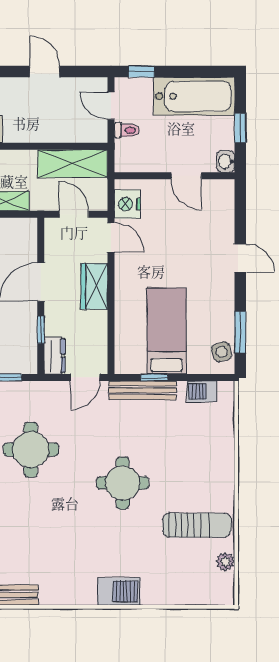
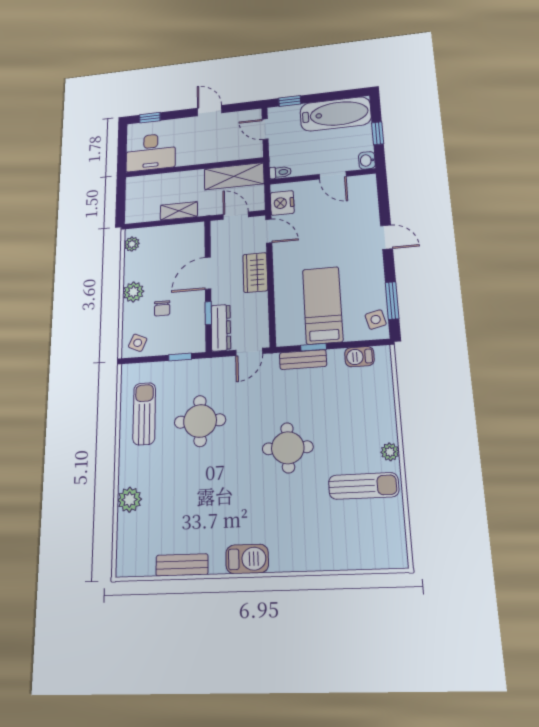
toilet: (127, 130) -> (280, 172), moved
dresser: (55, 356) -> (221, 328), width x1.44
bench: (143, 390) -> (303, 360), width x0.73
plant: (225, 562) -> (390, 452), moved
barbecue: (119, 591) -> (247, 559), moved

